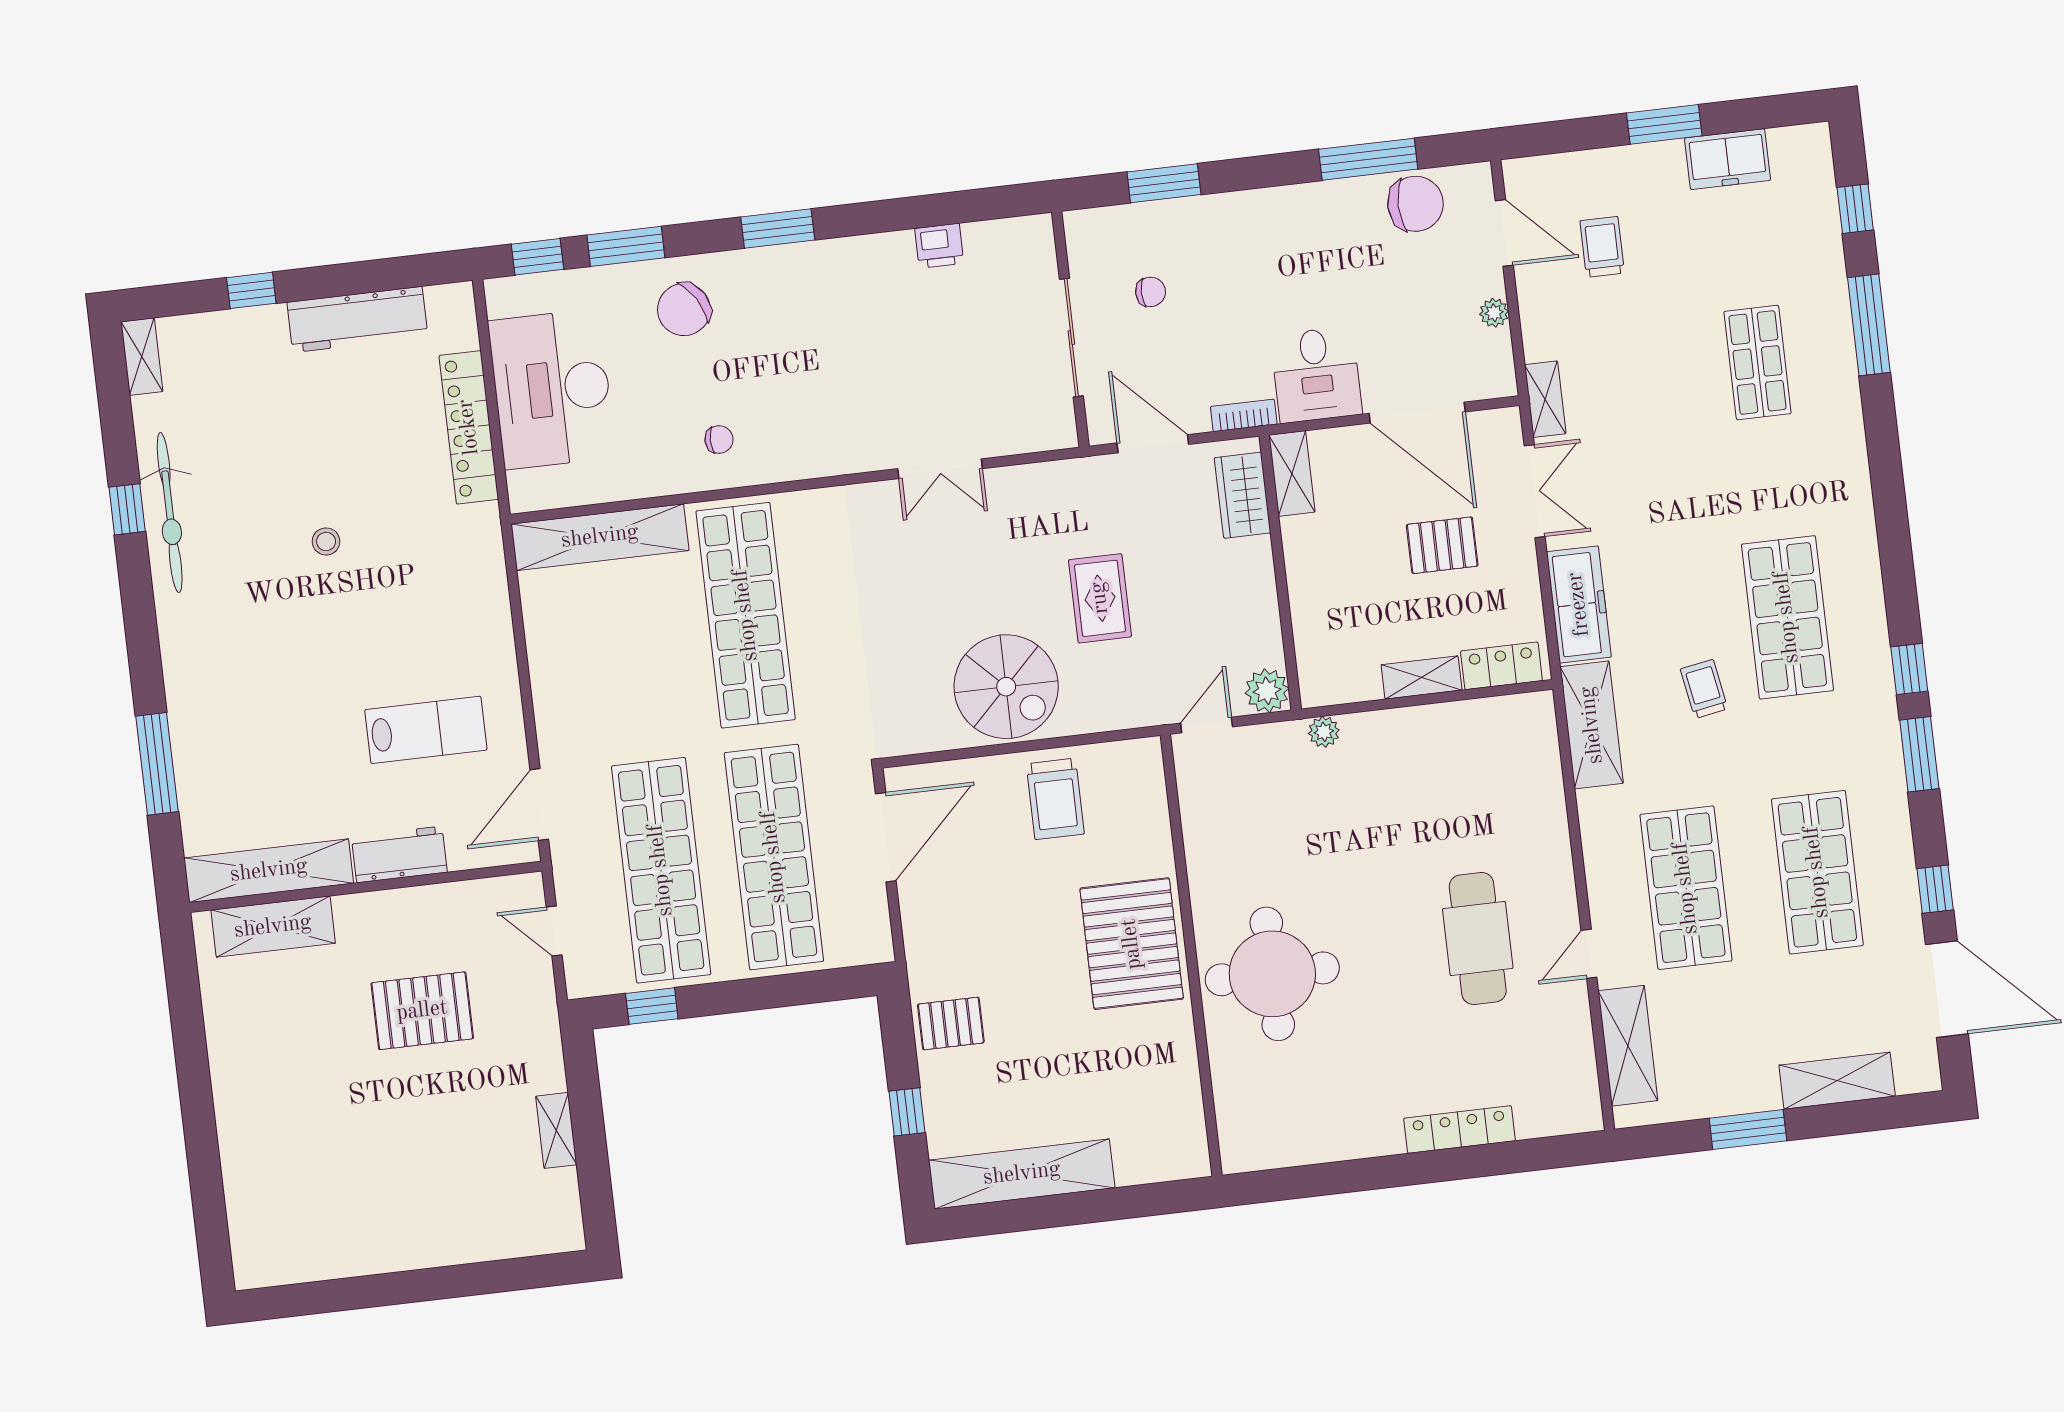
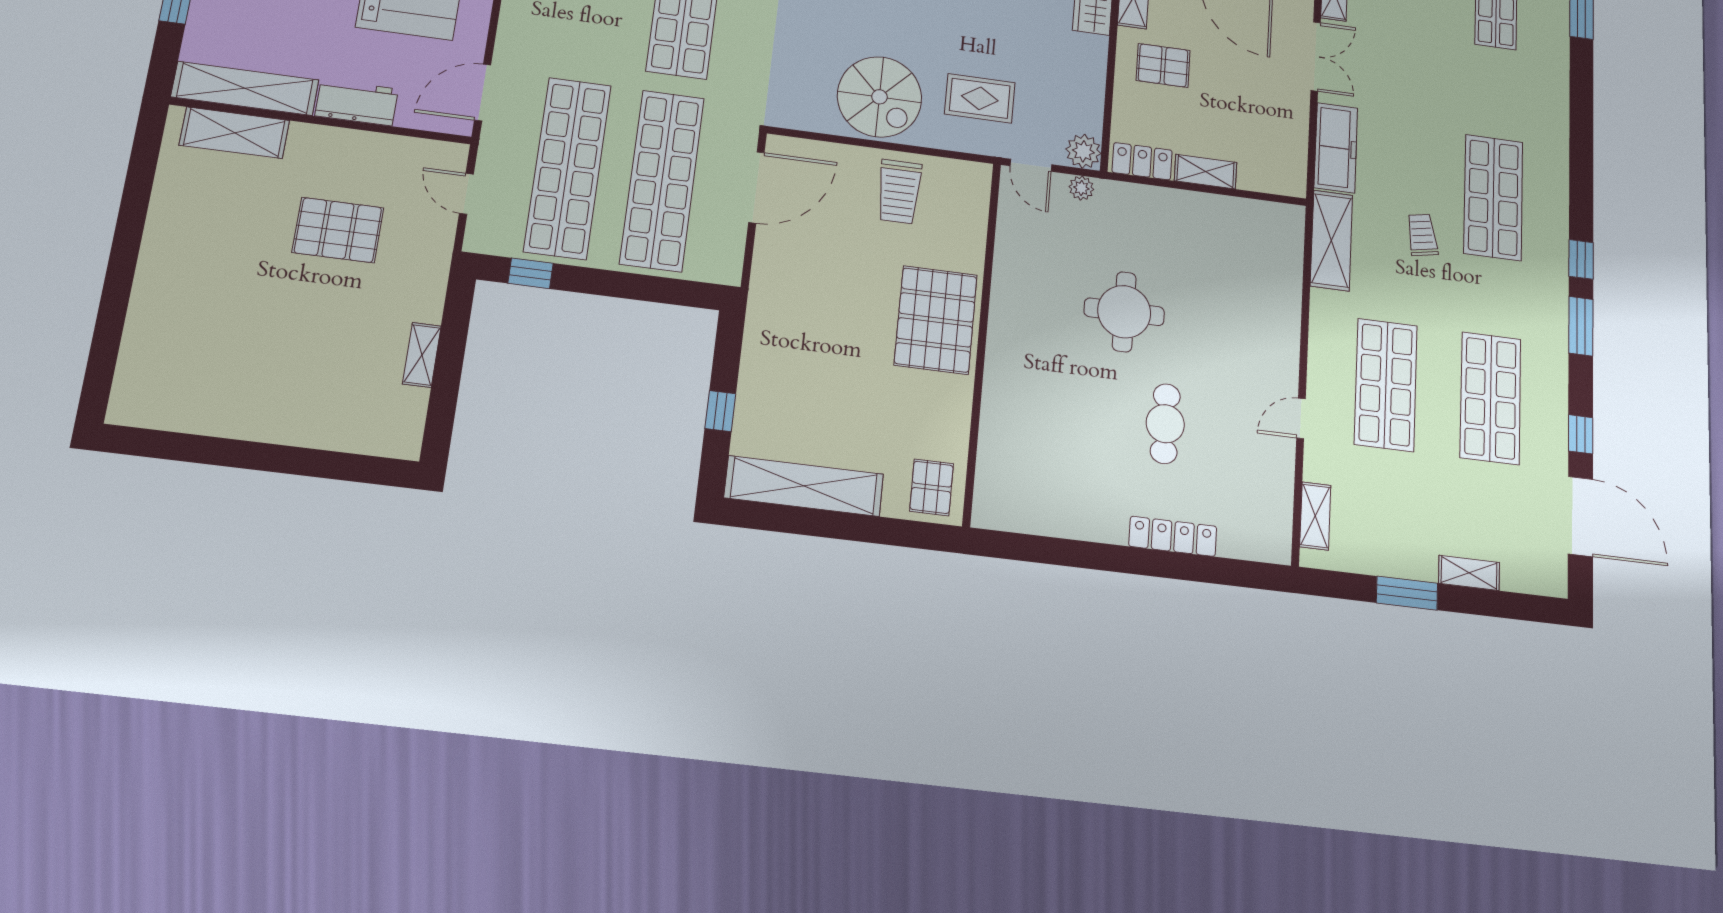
pallet: (1442, 545) -> (1163, 65), moved
rug: (1100, 598) -> (980, 98), moved, turned 90
locker: (1501, 666) -> (1142, 161), moved
door: (1207, 725) -> (1031, 165), swing flipped
plant: (1324, 732) -> (1081, 188), moved
cafe table: (1478, 939) -> (1165, 424), moved, width x0.73, depth x0.74
round table: (1272, 974) -> (1124, 312), moved, width x0.73, depth x0.73
pallet: (951, 1023) -> (932, 487), moved, turned 90
shelving: (1628, 1046) -> (1315, 516), width x0.67, depth x0.75
shelving: (1837, 1081) -> (1469, 573), width x0.67, depth x0.75

